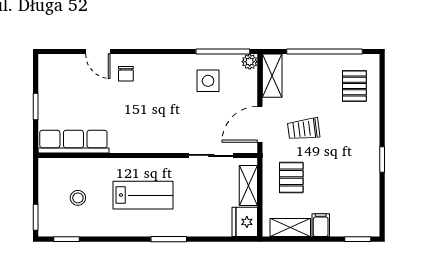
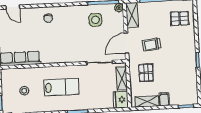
door: (98, 52) -> (13, 7), moved
pallet: (354, 86) -> (180, 19), turned 90

